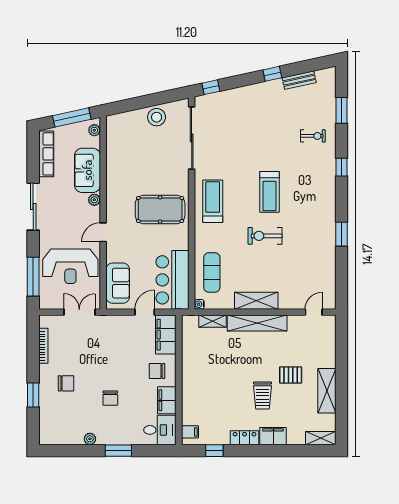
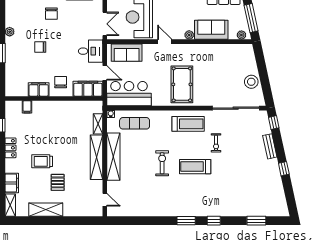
bench: (299, 80) -> (270, 146), moved
exercise bike: (313, 136) -> (216, 143), moved
window: (342, 234) -> (186, 221), moved
shelving: (256, 301) -> (113, 157), width x1.47
desk: (160, 430) -> (91, 51), moved, turned -90
filing cabinet: (190, 432) -> (27, 107), moved
filing cabinet: (273, 436) -> (12, 183), moved

